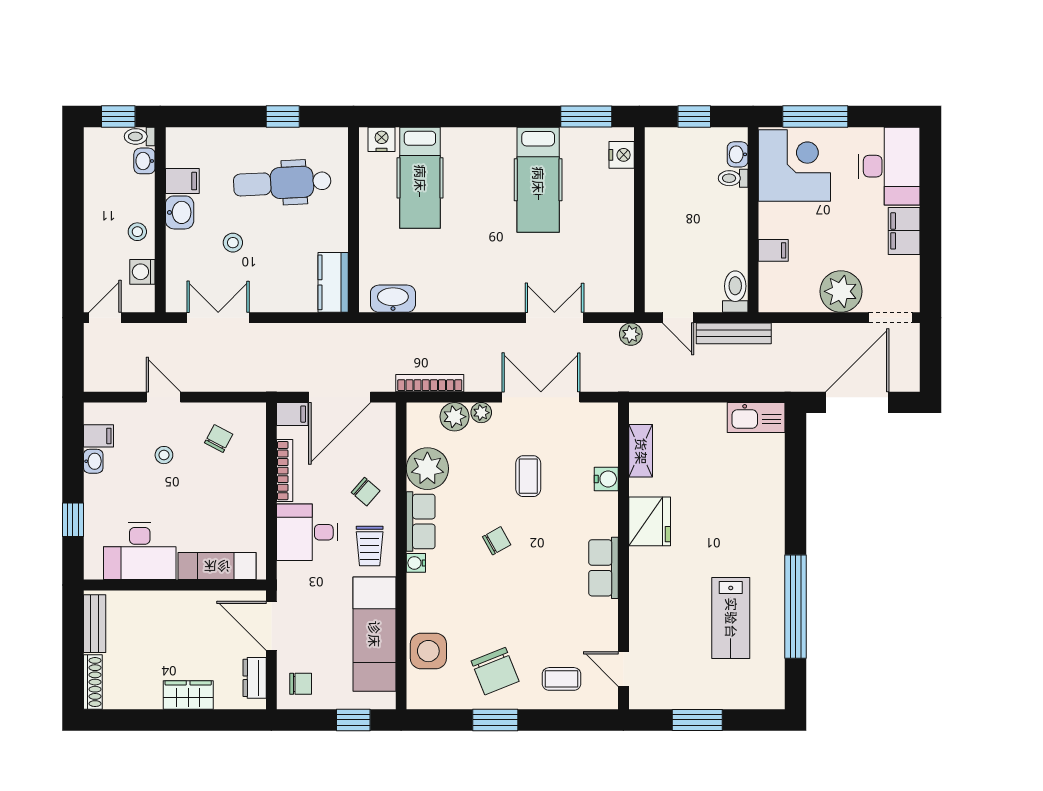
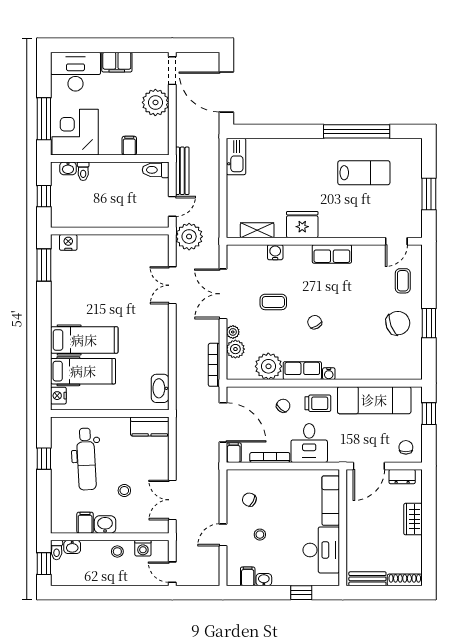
hospital bed: (538, 180) -> (84, 340), moved
plant: (631, 334) -> (189, 237), width x1.87, depth x1.87
side table: (428, 651) -> (385, 366), removed

